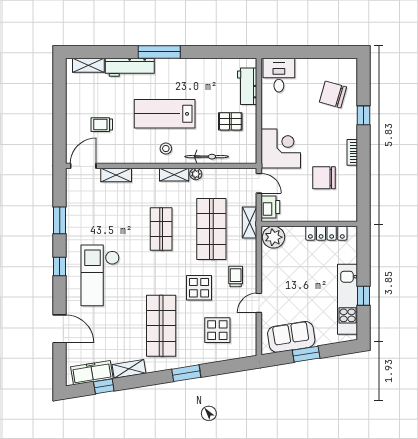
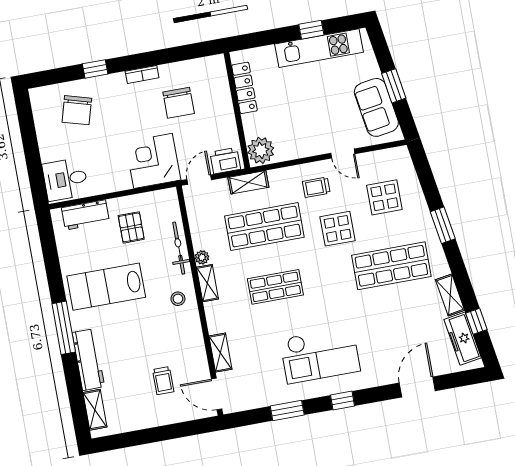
lab bench: (165, 114) -> (106, 287), moved, turned 90
checkout: (100, 275) -> (320, 355), moved

